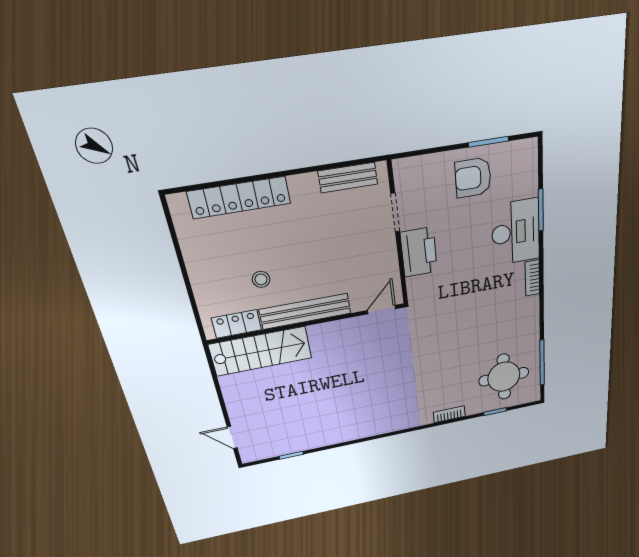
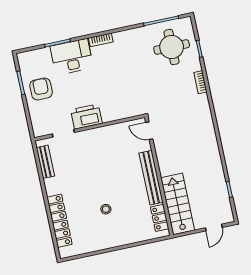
armchair: (473, 178) -> (41, 89), turned 180
door: (382, 310) -> (149, 131), moved
bench: (305, 311) -> (151, 178), moved
wall: (307, 323) -> (159, 176), moved
locker: (237, 324) -> (160, 218), moved
stairs: (261, 351) -> (178, 204), moved

